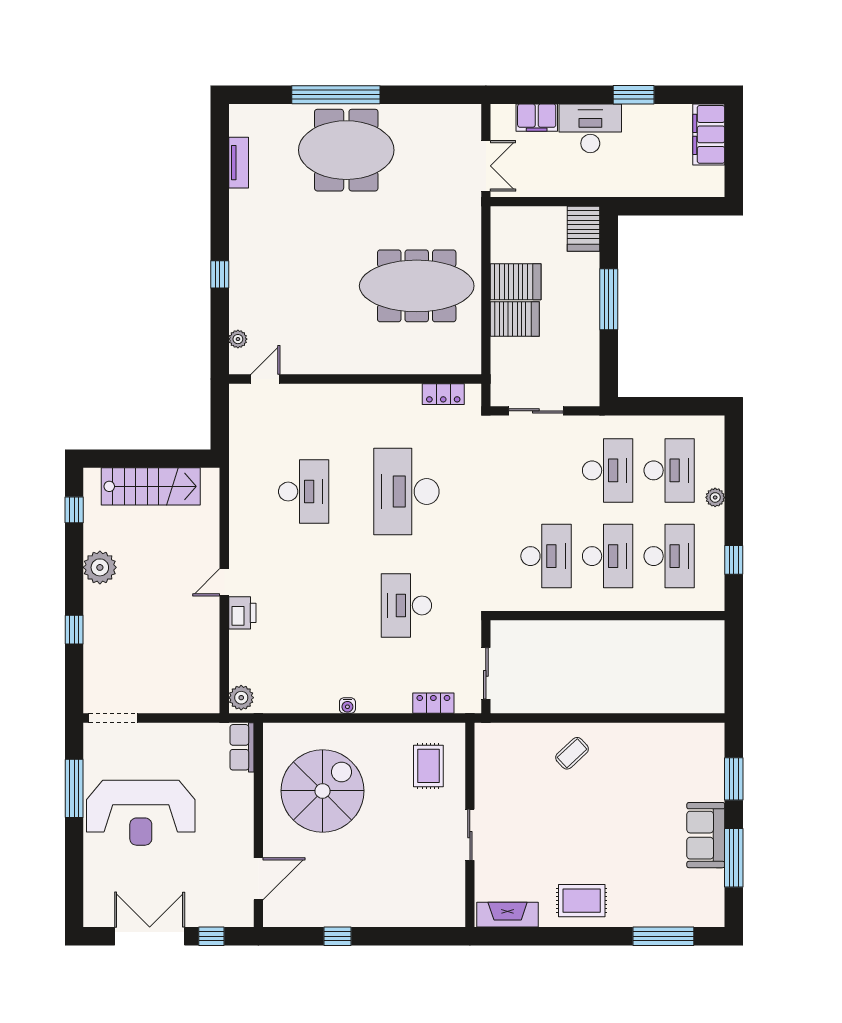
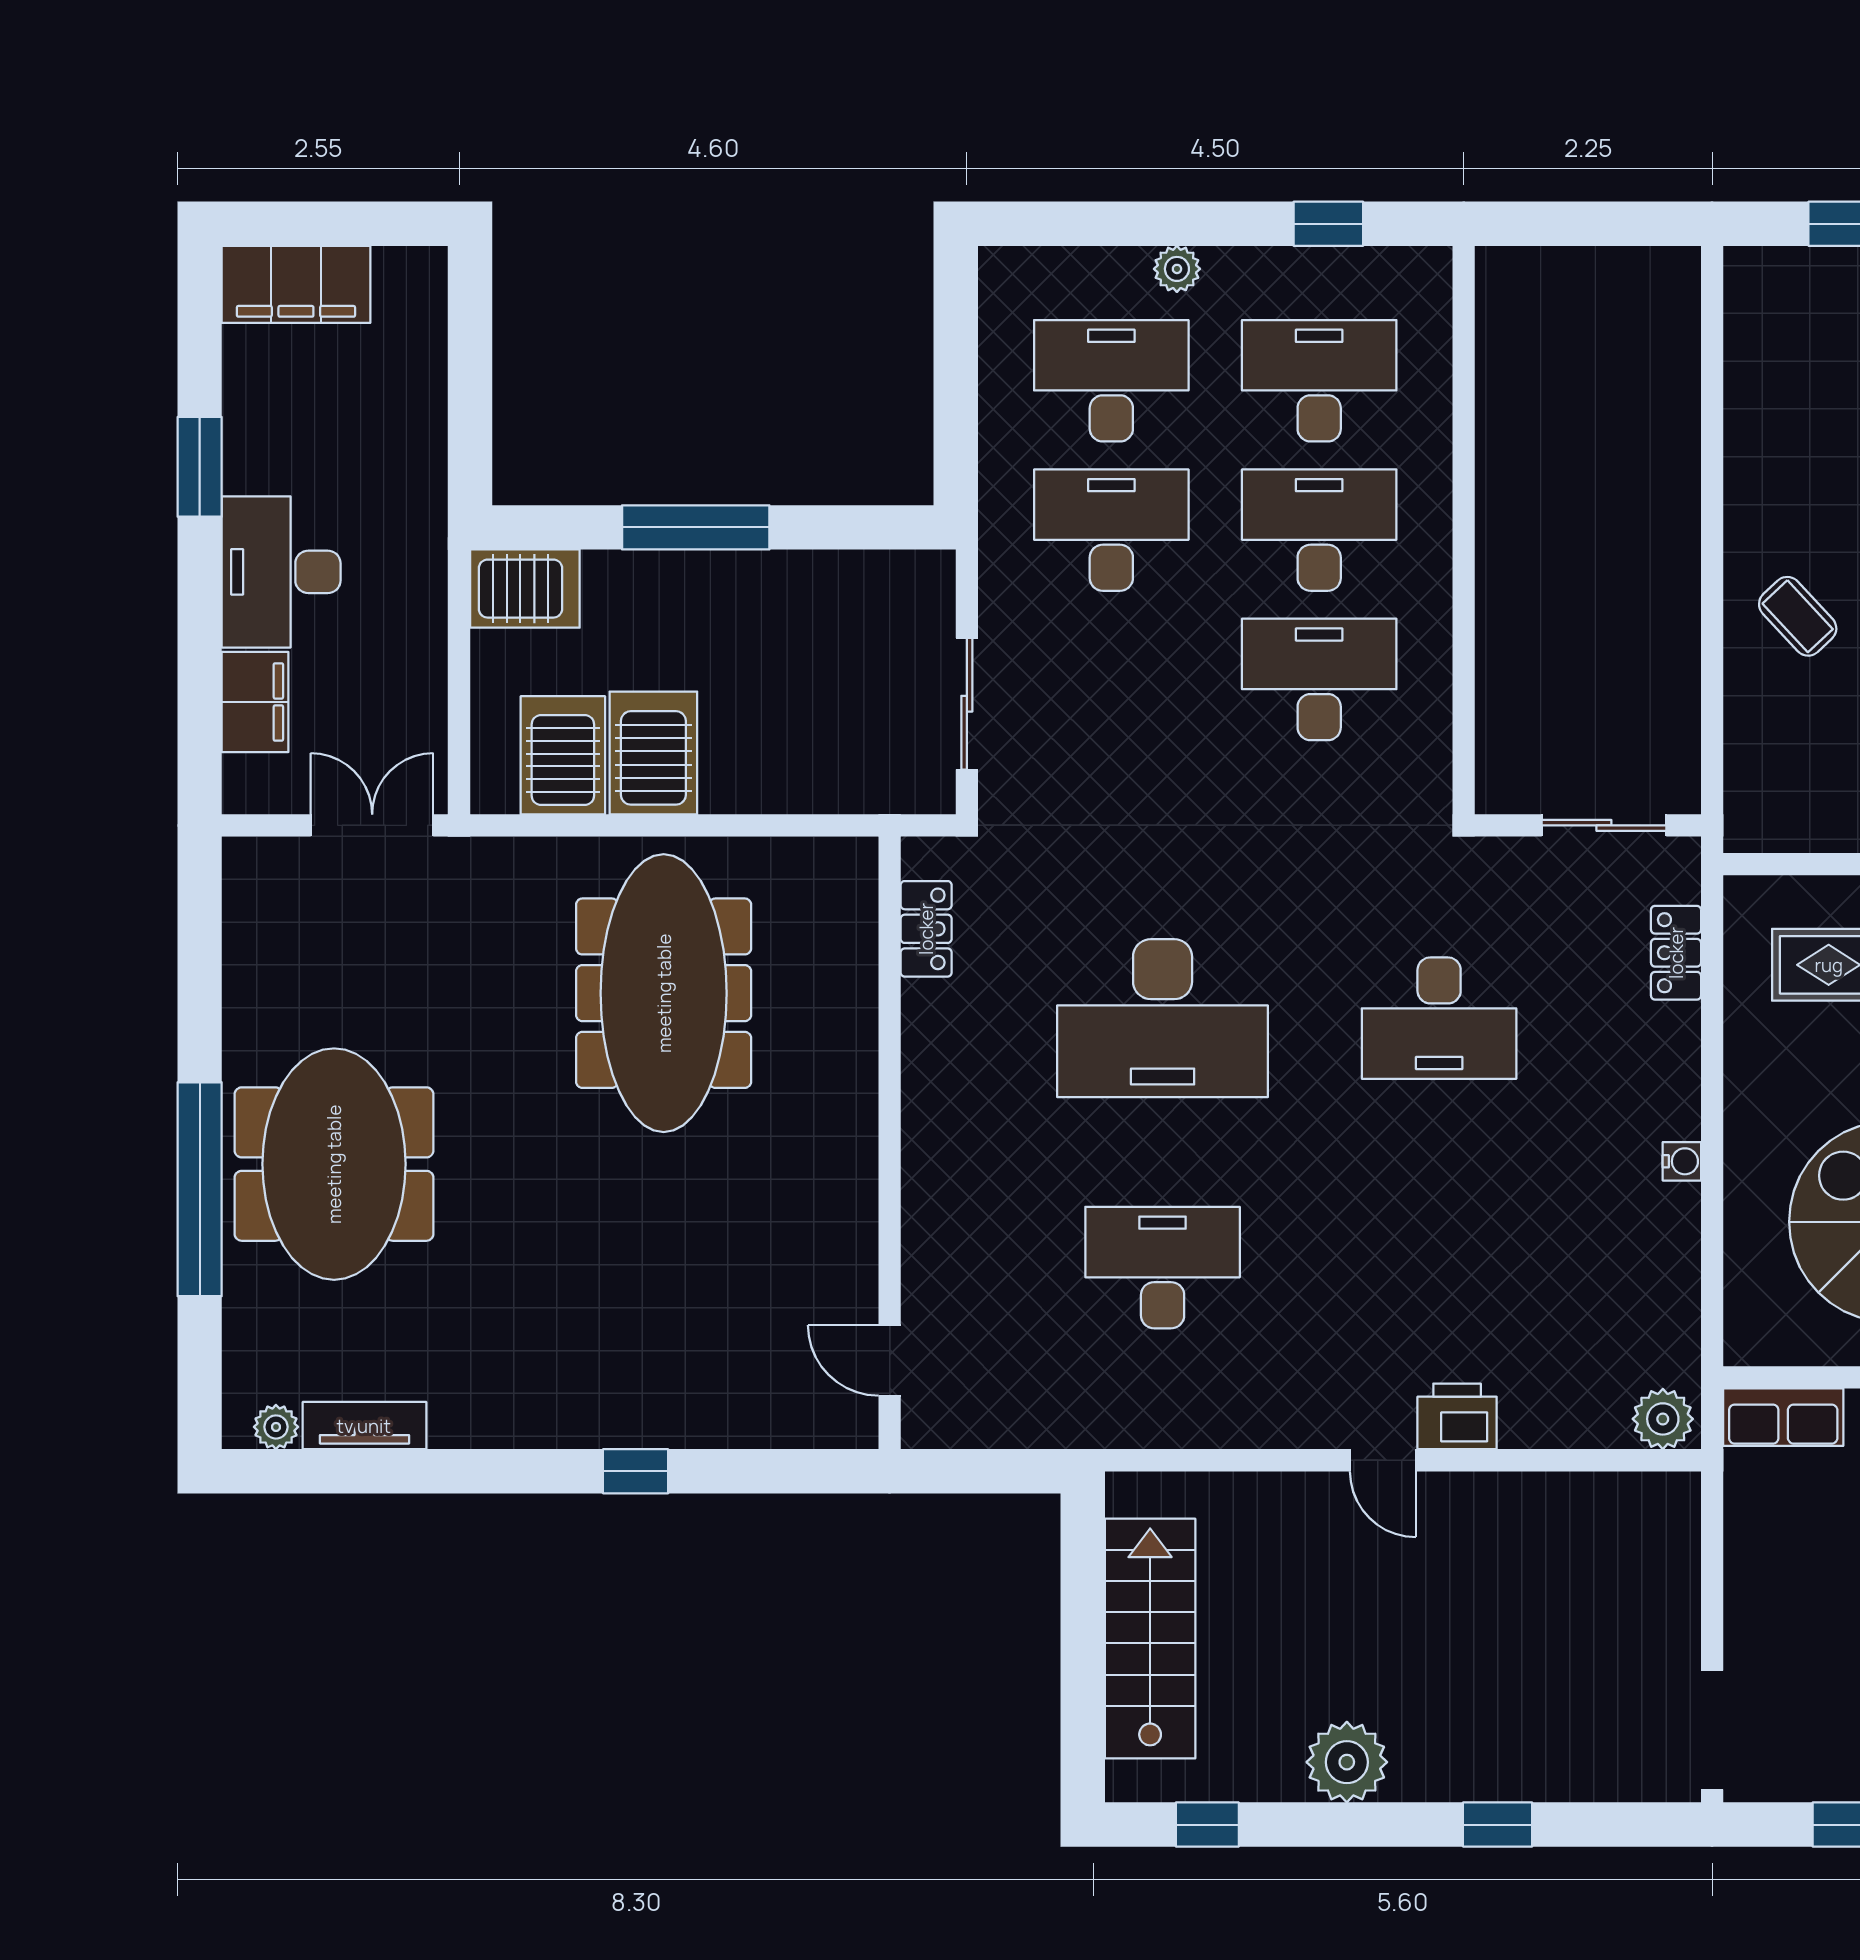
server rack: (515, 319) -> (563, 755), moved
plant: (238, 339) -> (276, 1427), moved

